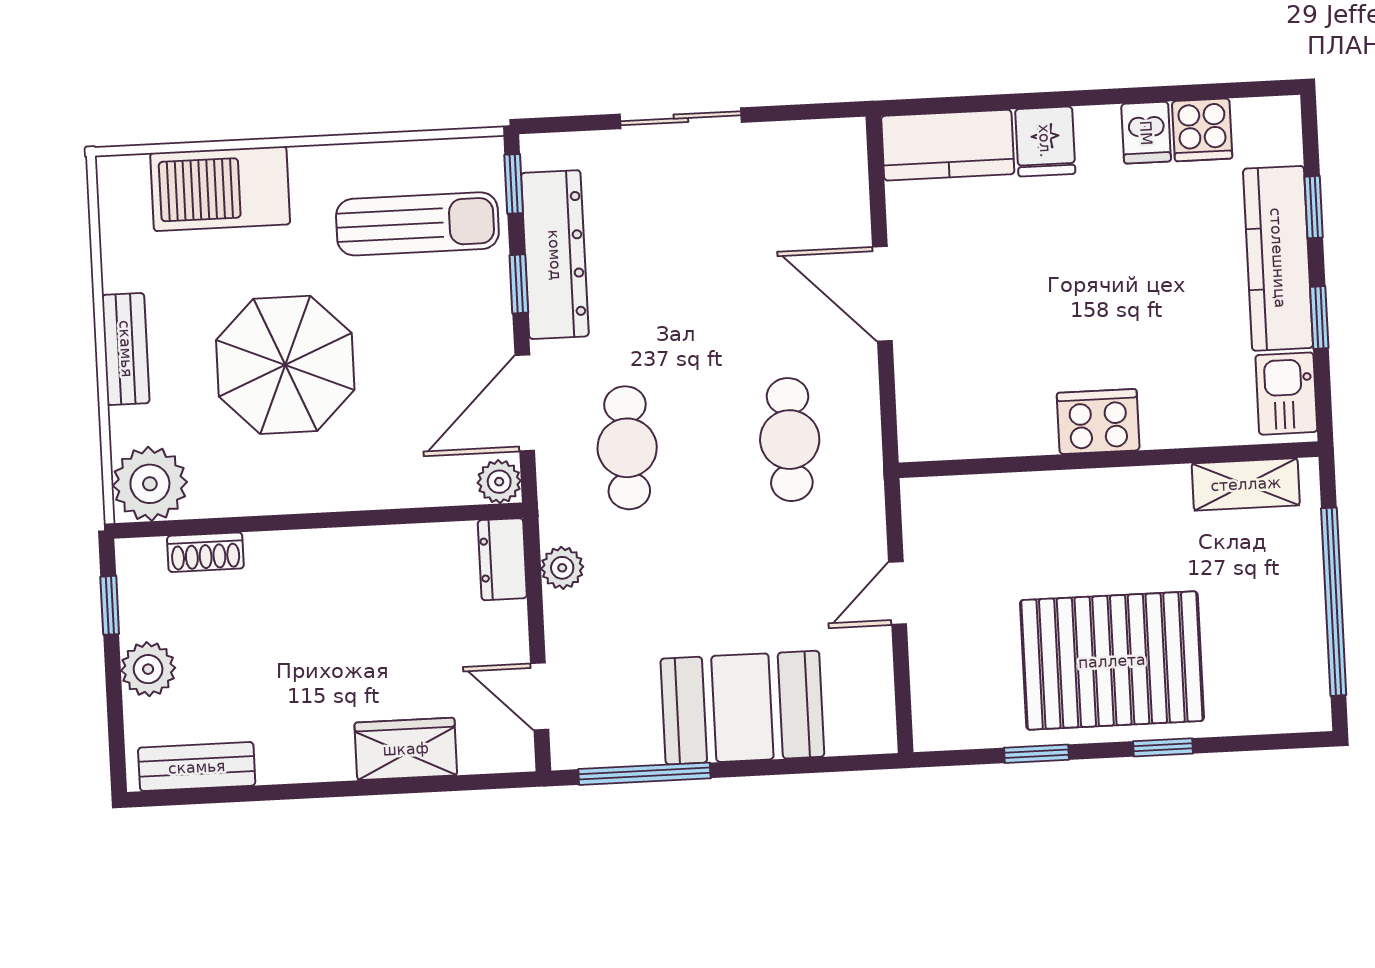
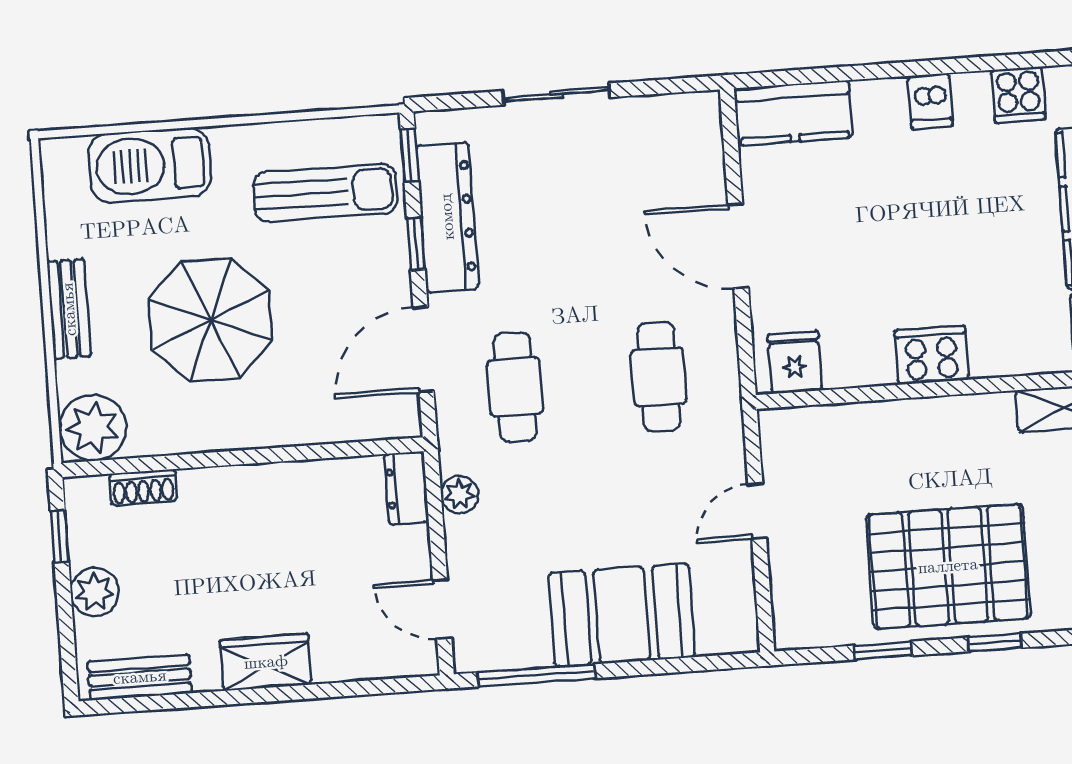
dishwasher: (1146, 133) -> (930, 101), moved
fridge: (1045, 141) -> (795, 362), moved, turned 180
plant: (499, 482) -> (402, 419), removed
wardrobe: (406, 749) -> (266, 662), moved

